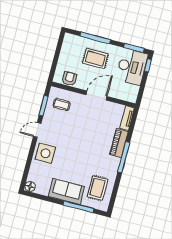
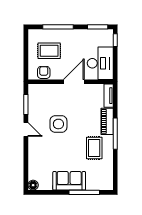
rug: (95, 58) -> (49, 51), moved
desk: (132, 67) -> (100, 63), moved
coffee table: (62, 104) -> (43, 99), removed
door: (37, 130) -> (26, 130), swing flipped
side table: (45, 153) -> (58, 124), moved
rug: (97, 188) -> (94, 148), moved

